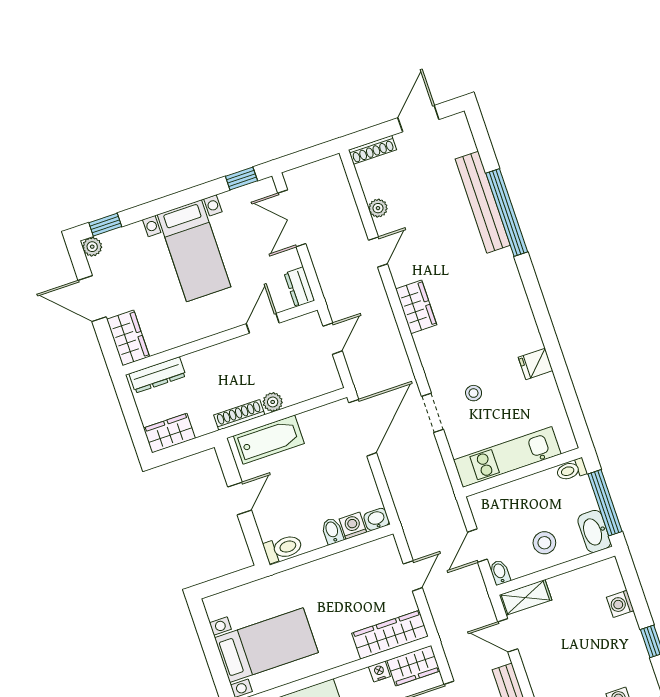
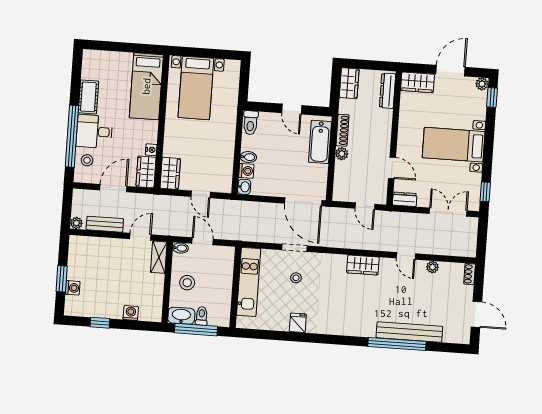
shoe rack: (372, 150) -> (470, 274), width x0.70
toilet: (571, 470) -> (202, 316), moved
wardrobe: (390, 635) -> (170, 173), width x0.67

